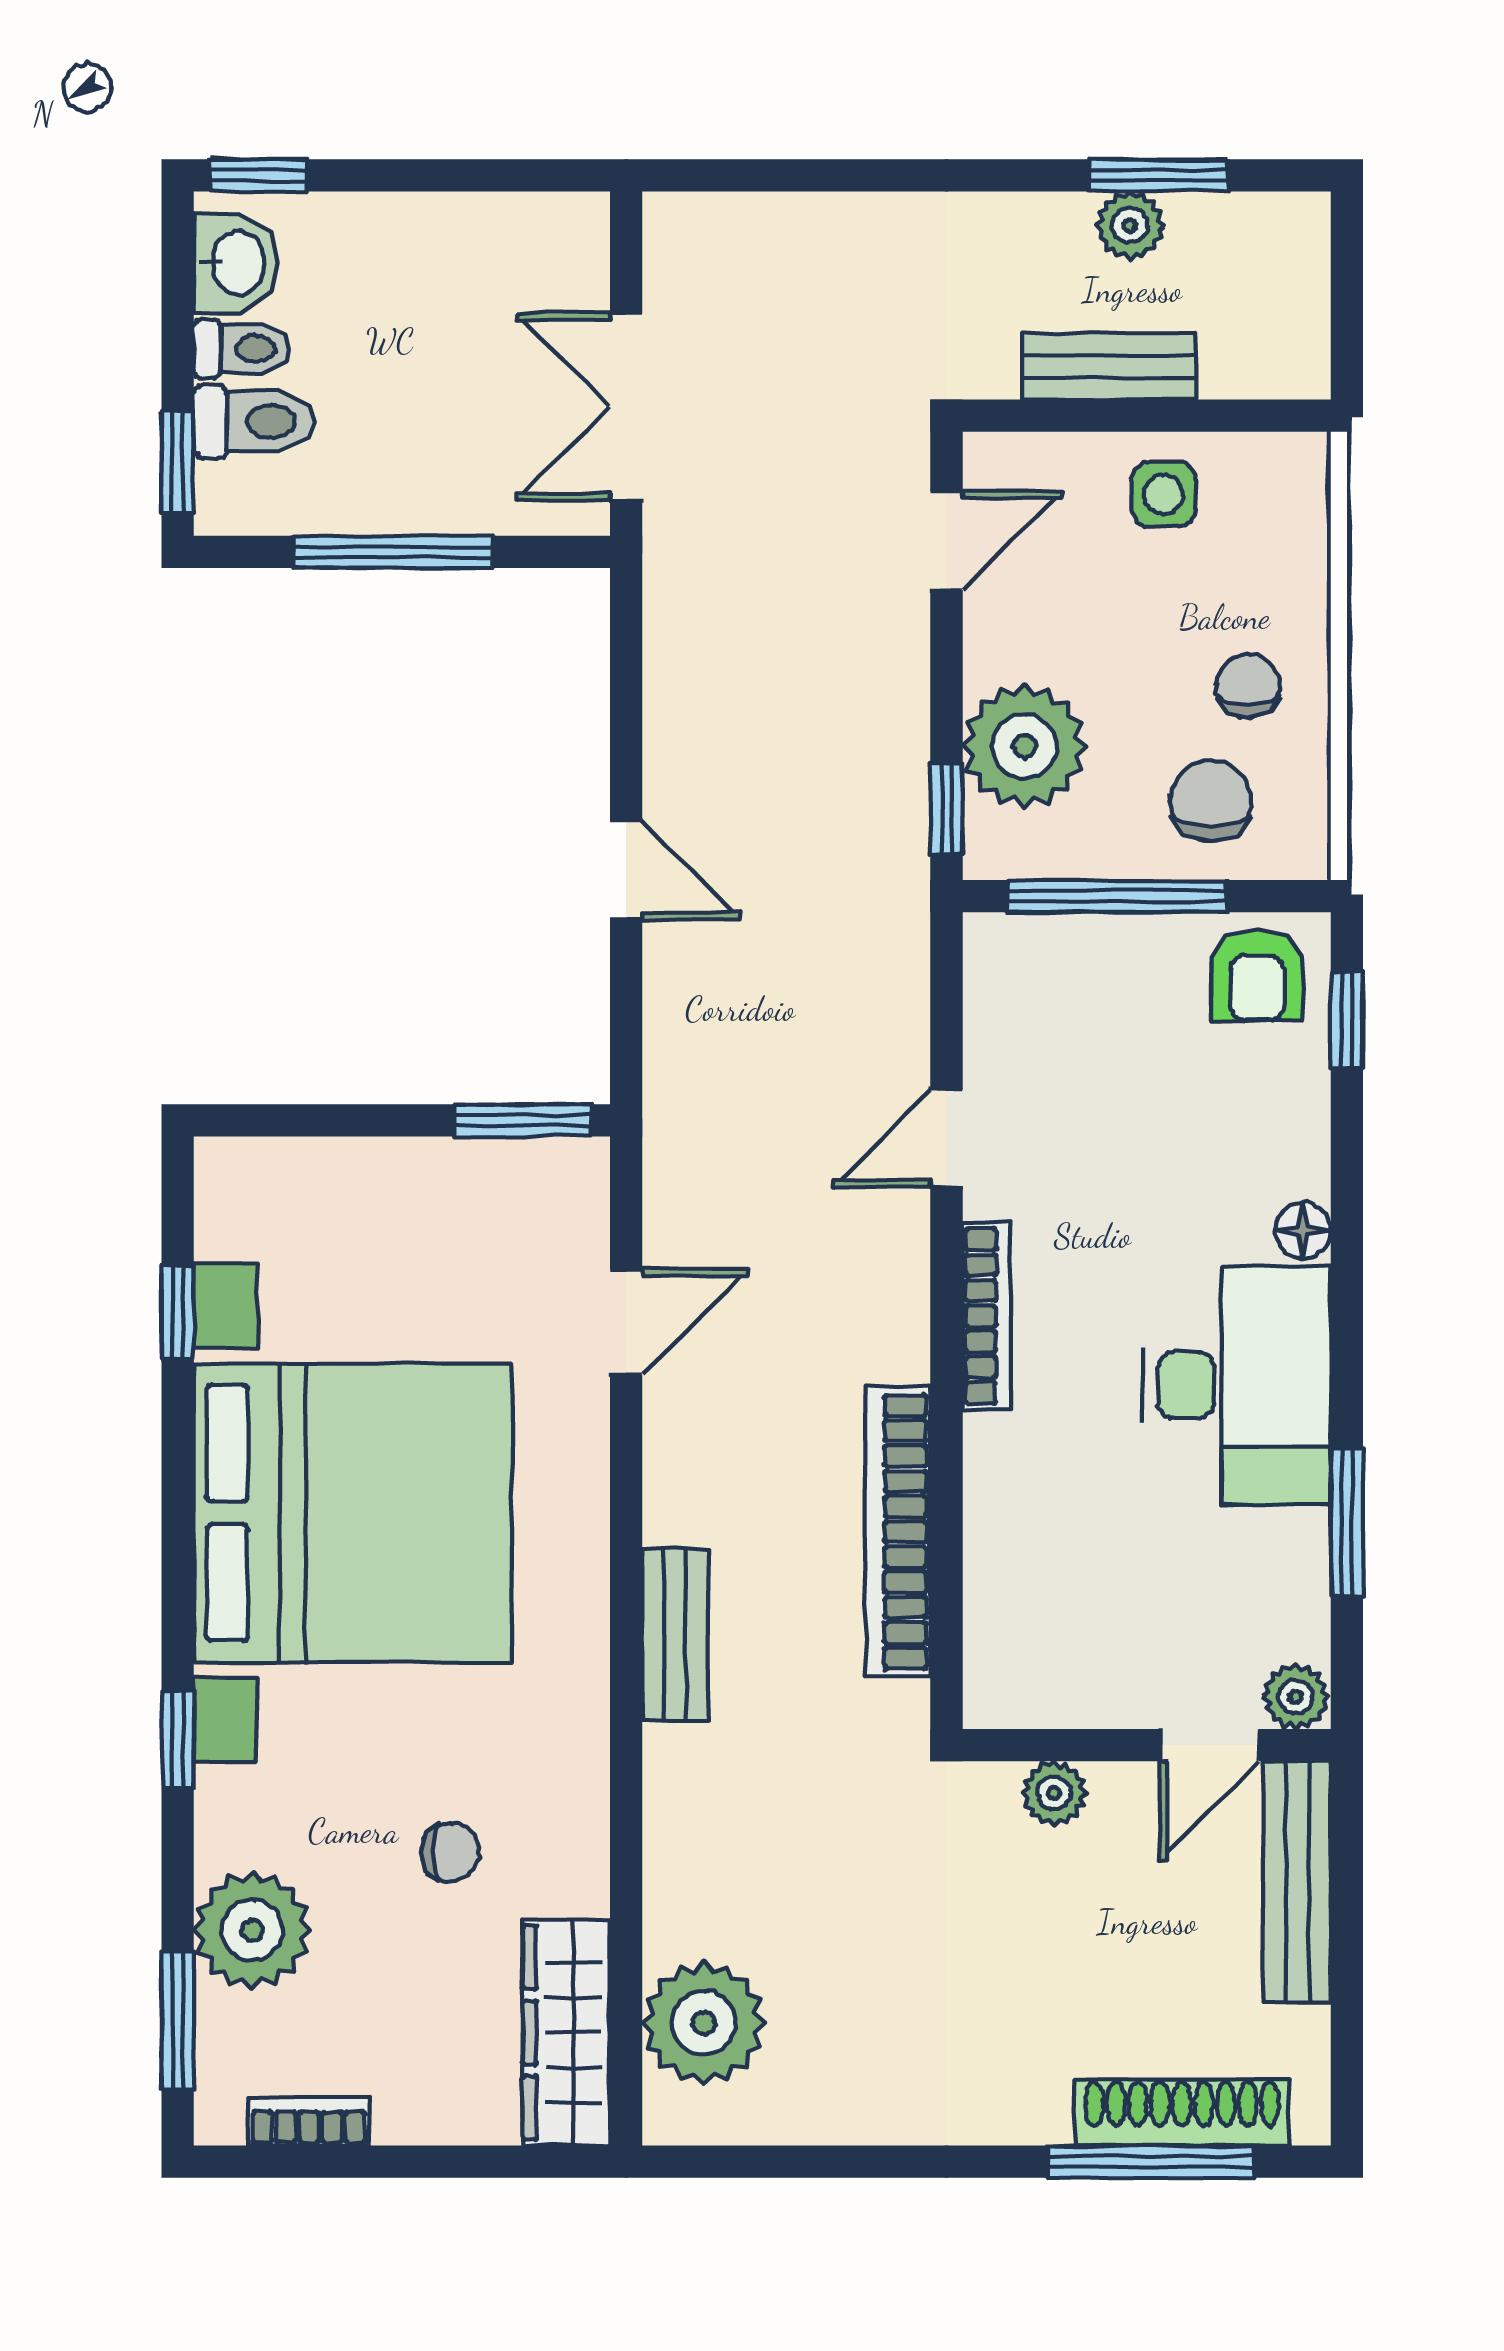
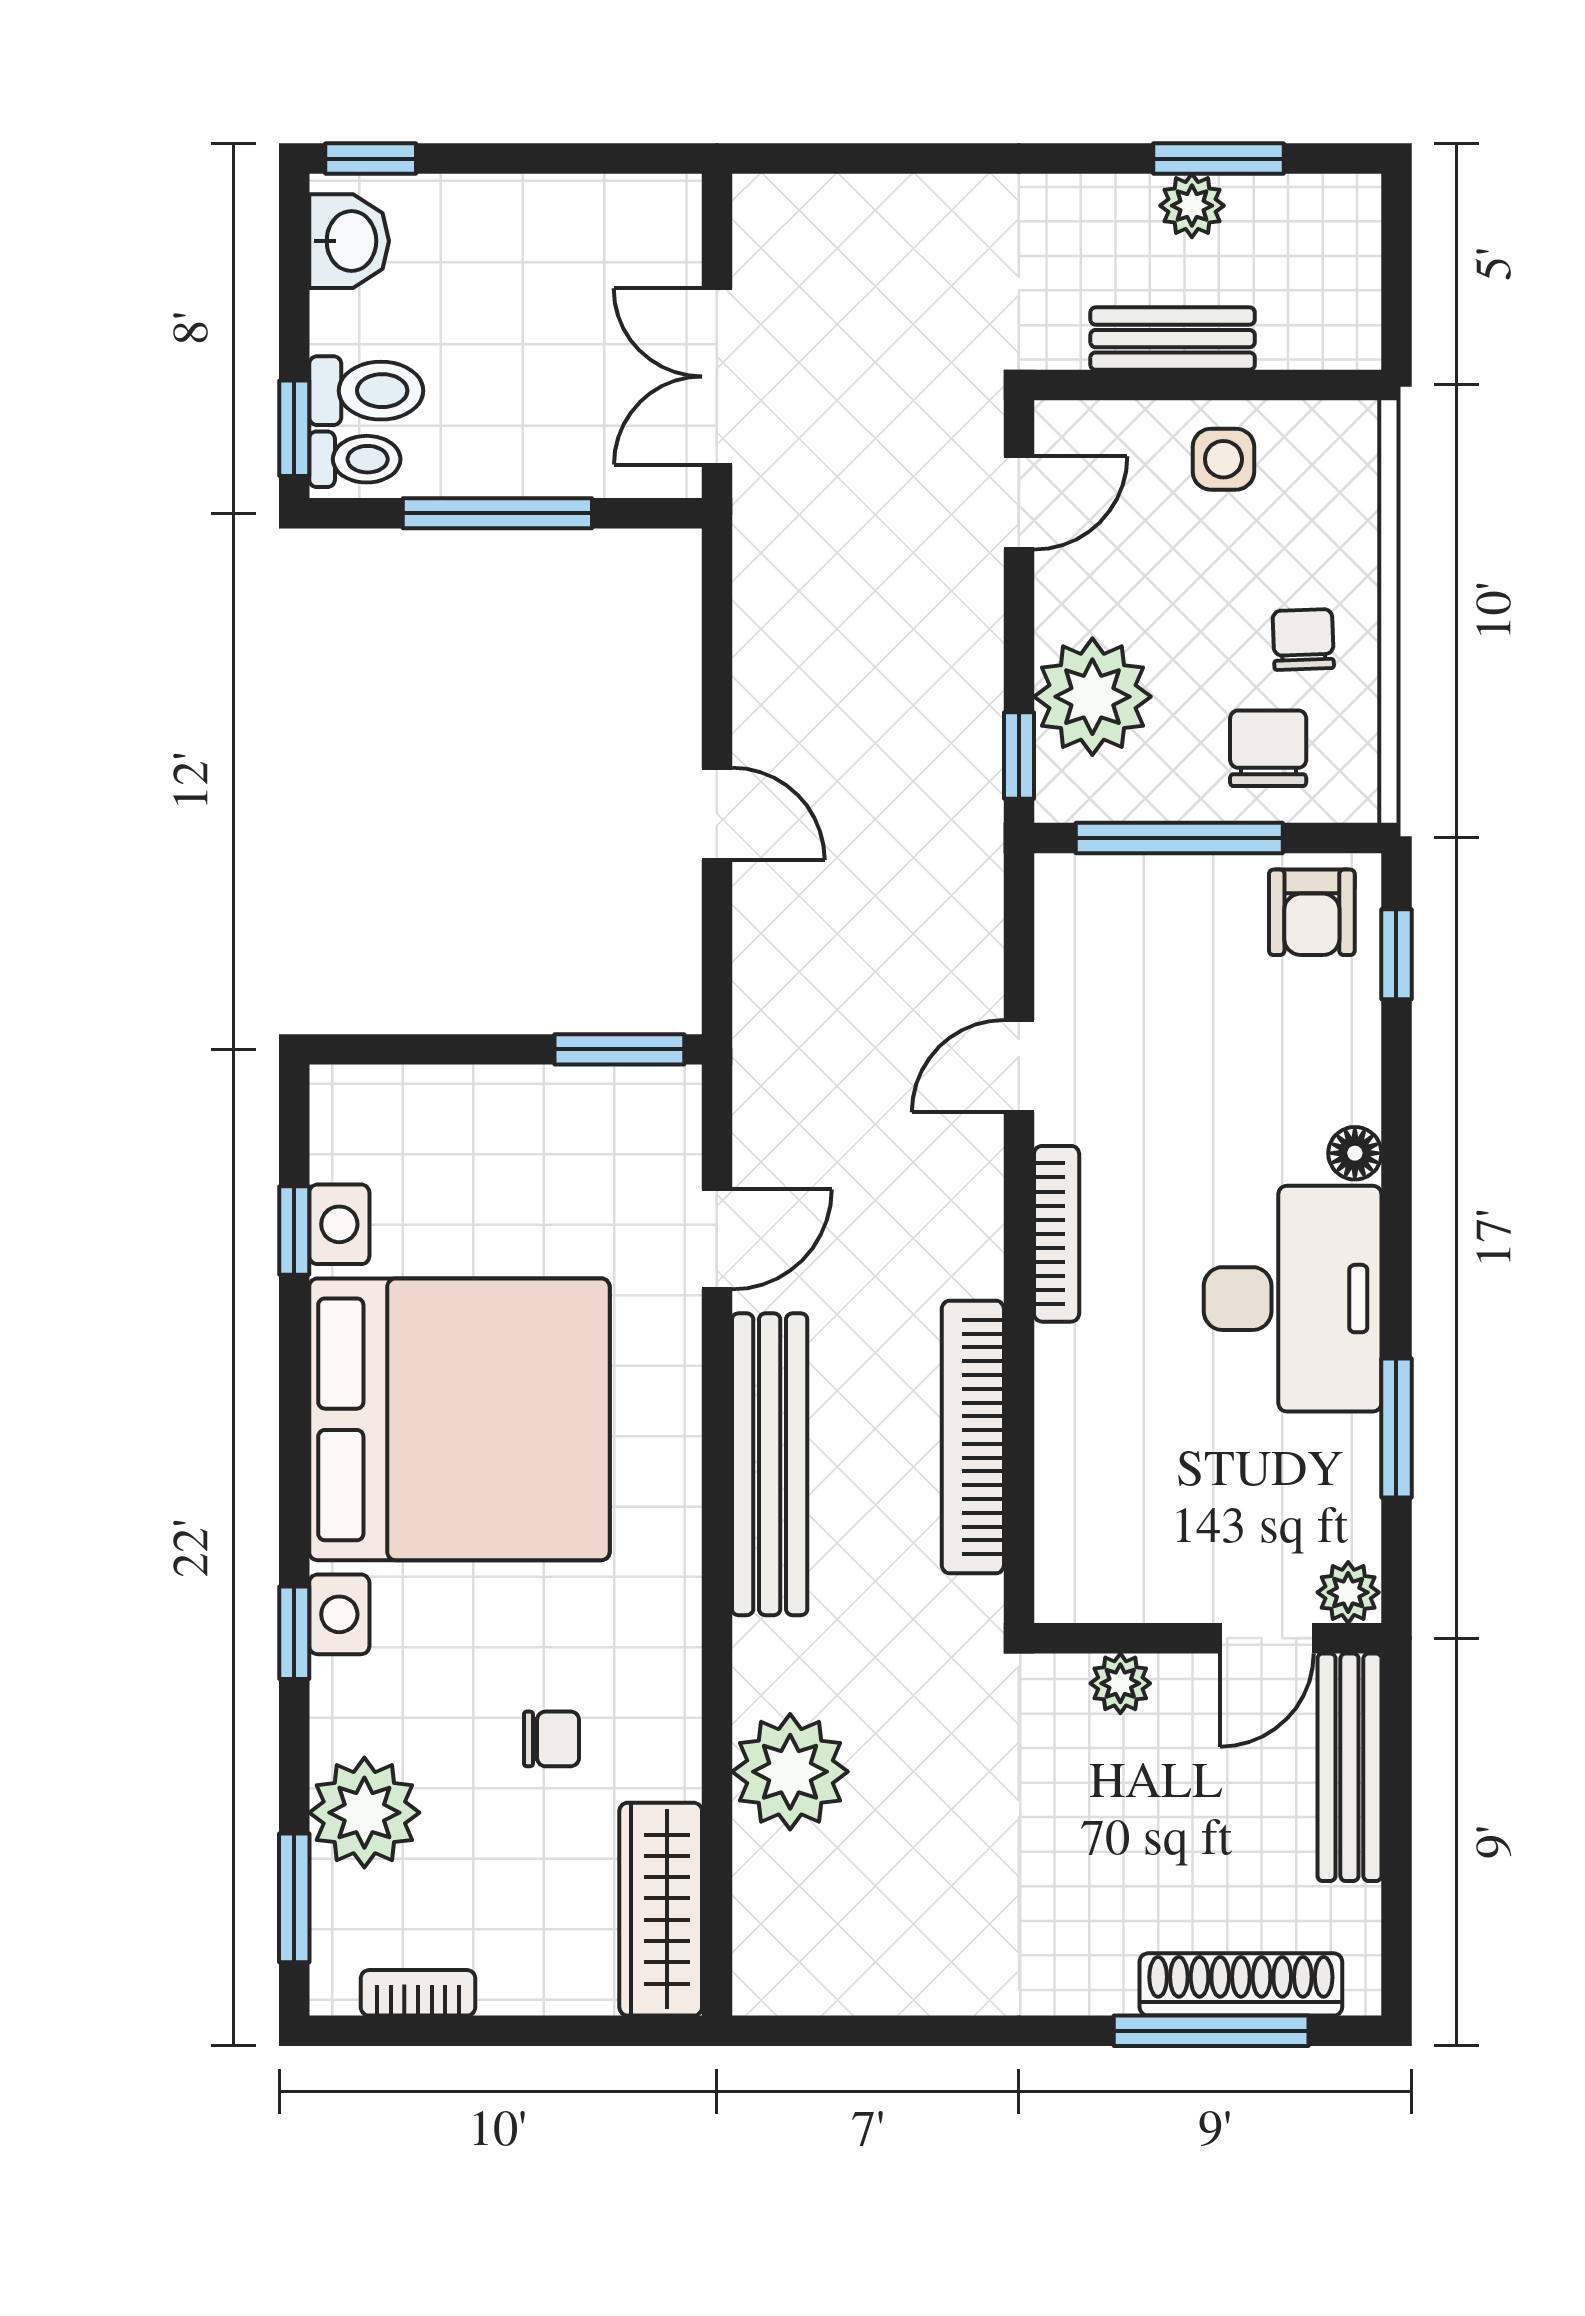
toilet: (242, 349) -> (355, 459), moved
bench: (675, 1635) -> (770, 1464), width x1.86, depth x1.21
plant: (704, 2023) -> (790, 1772), moved

